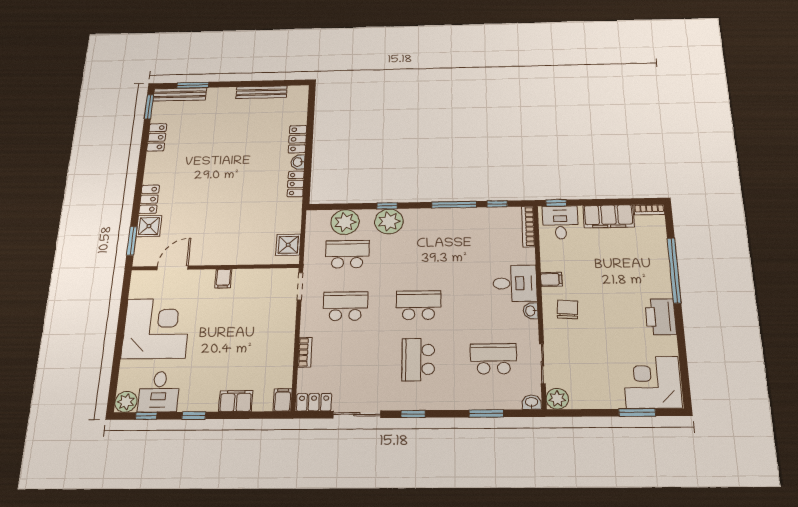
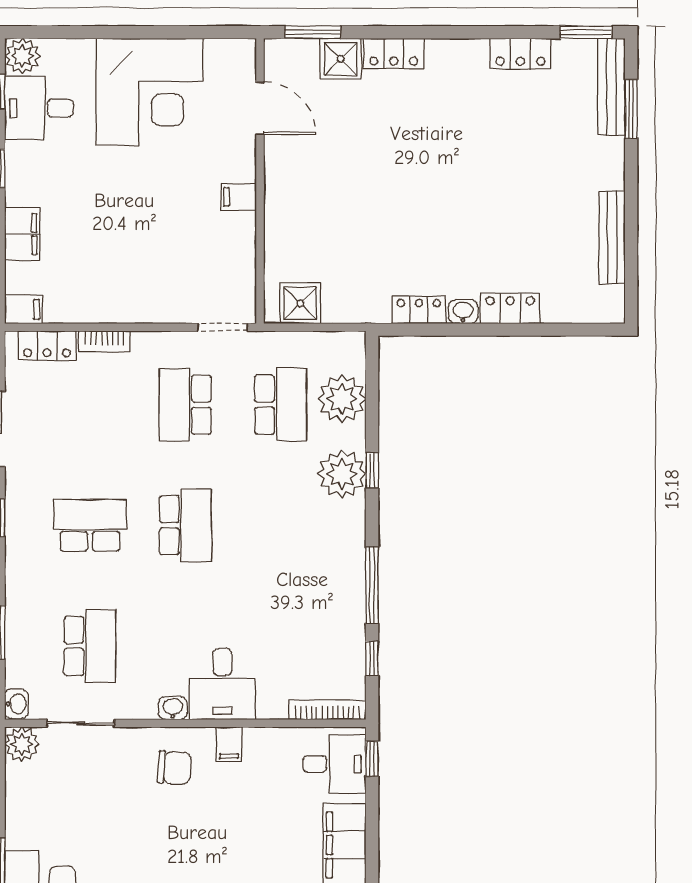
school desk: (345, 306) -> (185, 405), turned 180
locker: (314, 402) -> (47, 345), moved, turned 90

